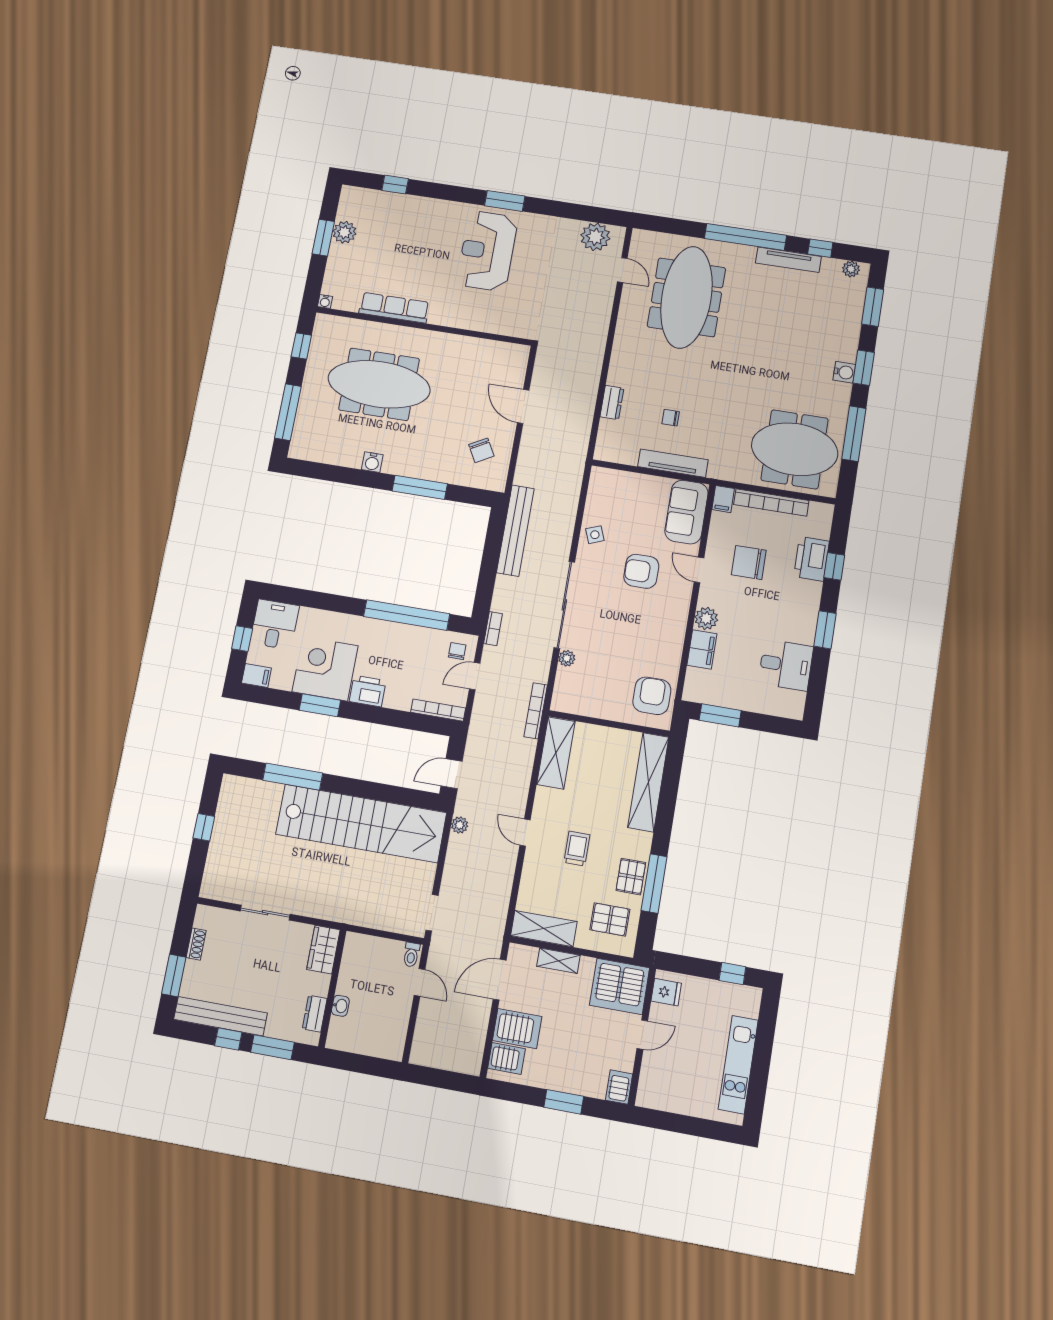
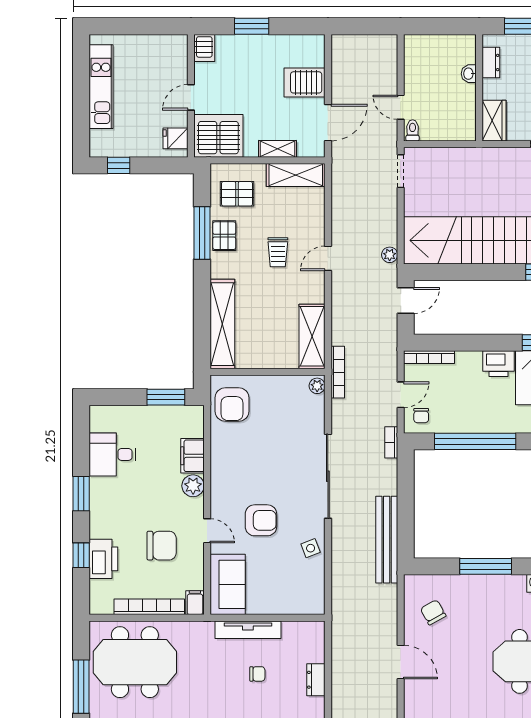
plant: (567, 658) -> (317, 386), moved
door: (525, 833) -> (328, 258), swing flipped
server rack: (507, 1059) -> (309, 55), removed

